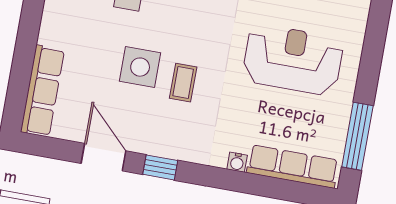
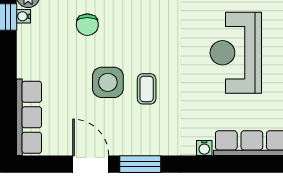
reception desk: (293, 60) -> (236, 53), turned -90
window: (160, 167) -> (140, 164), width x1.50

